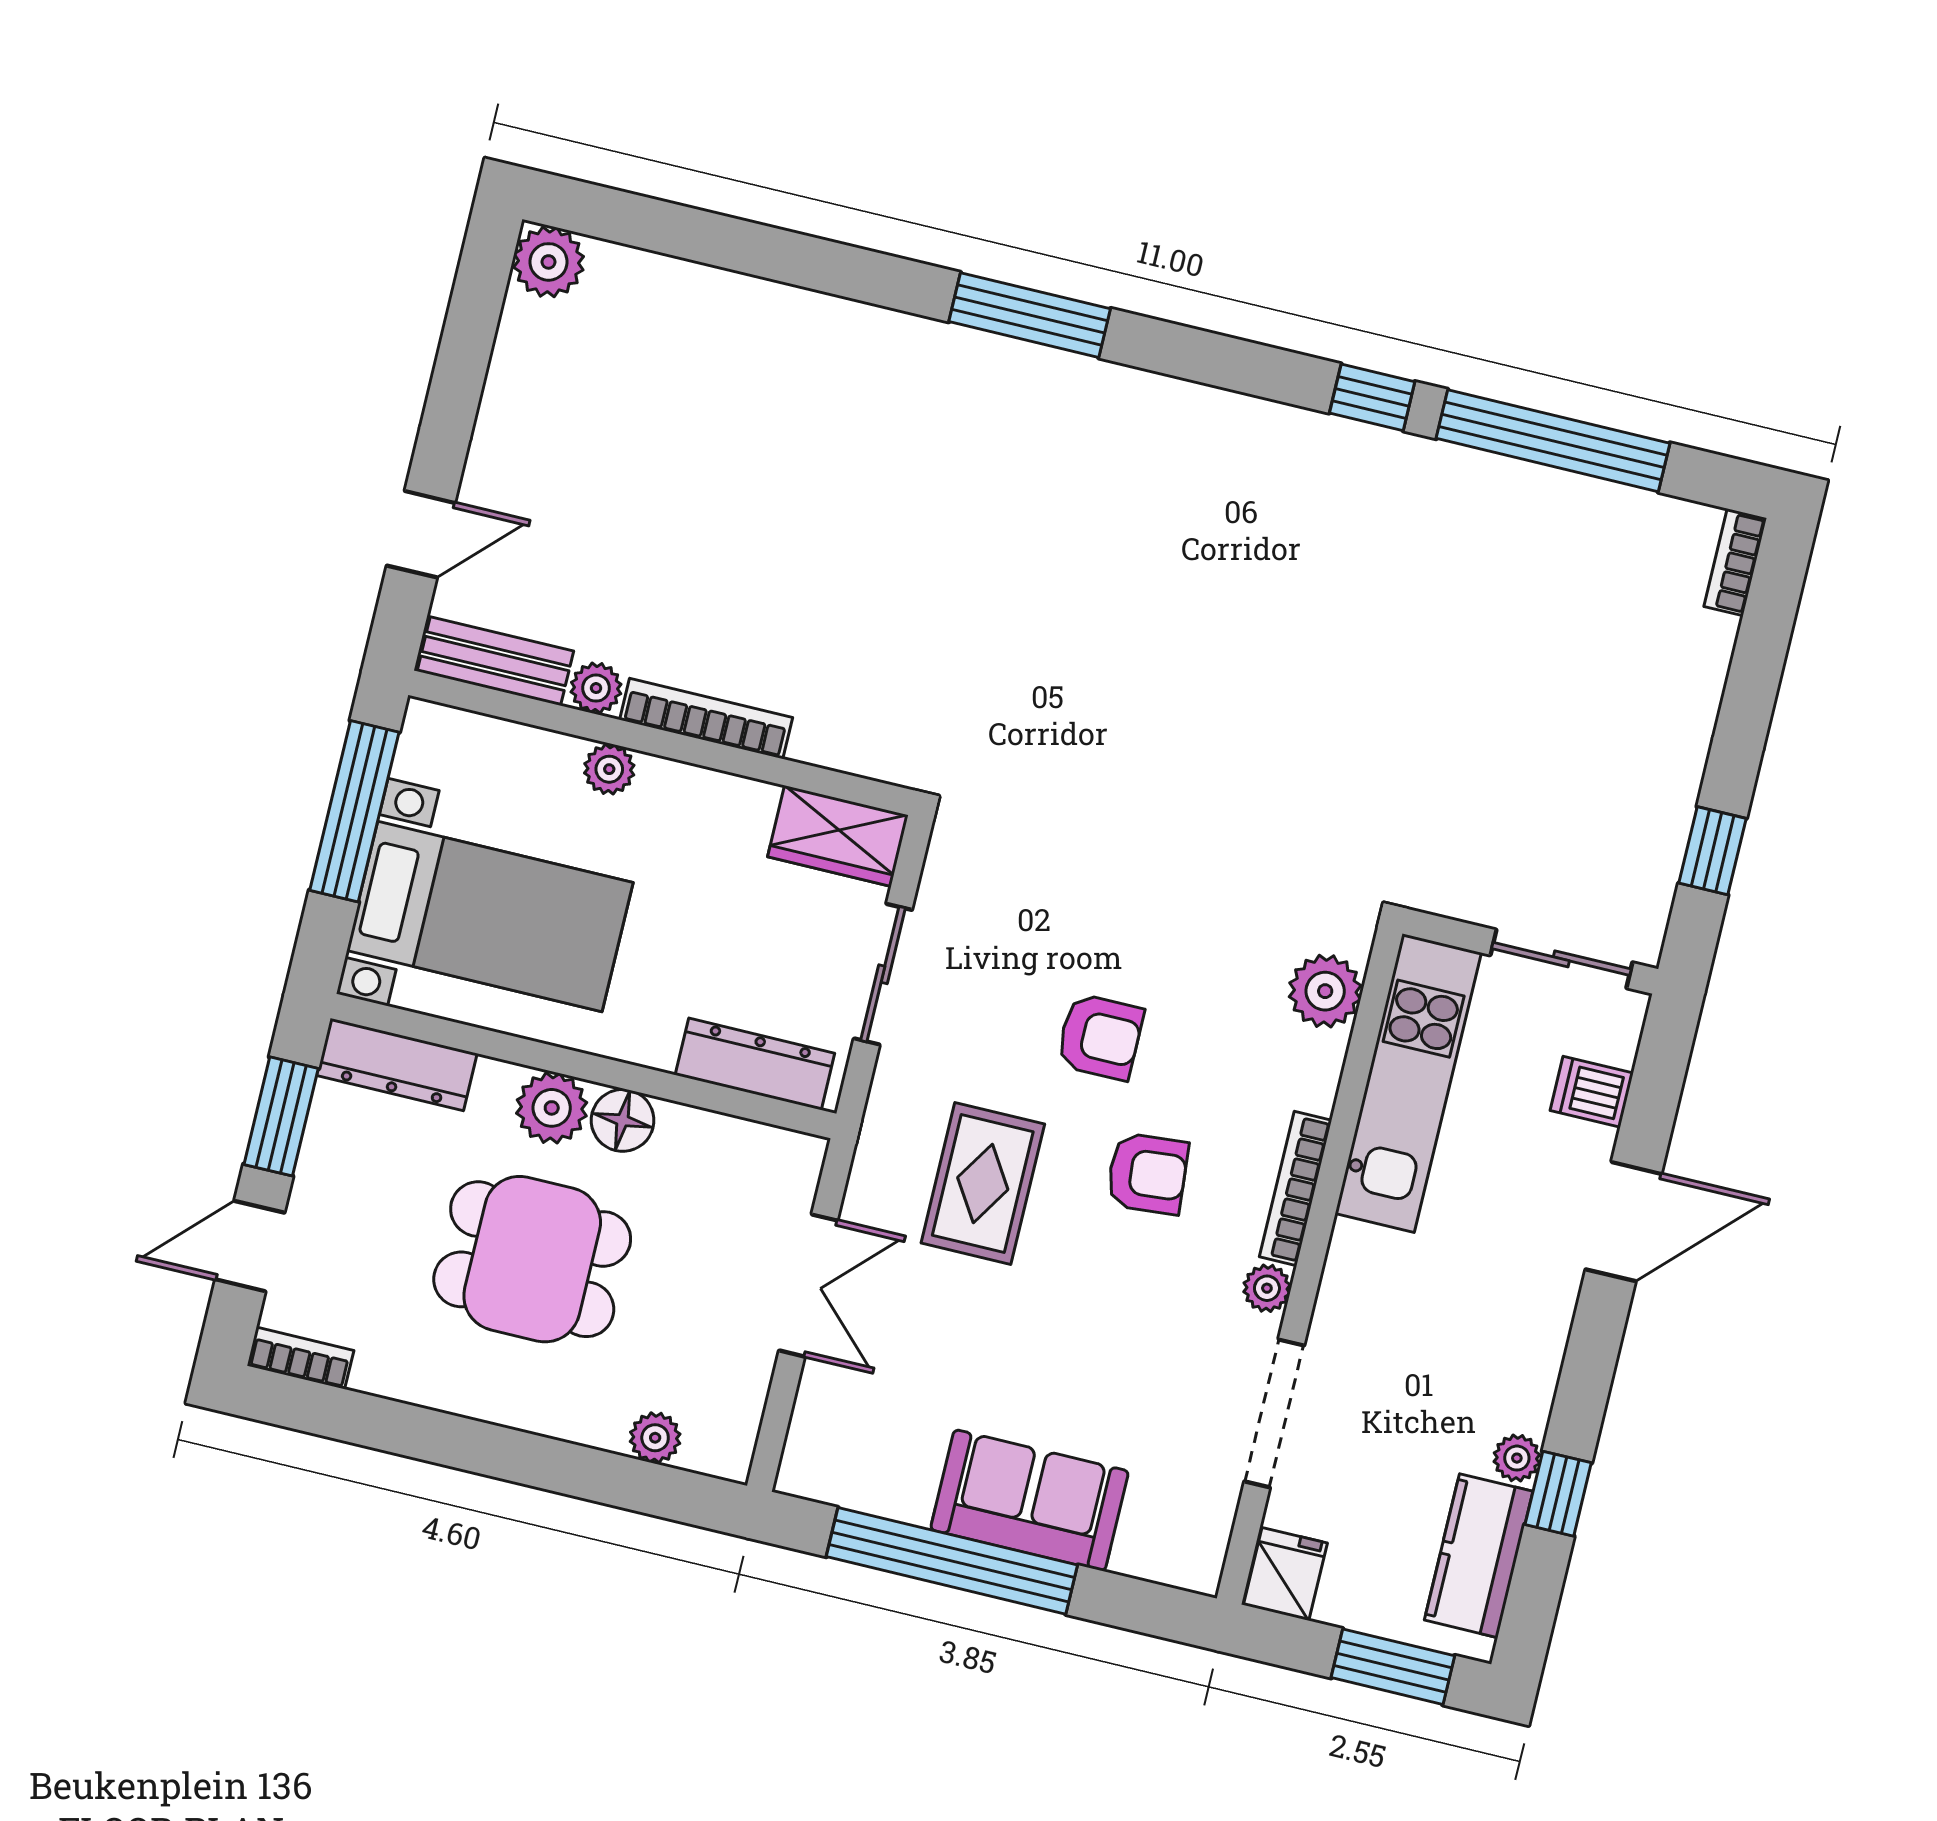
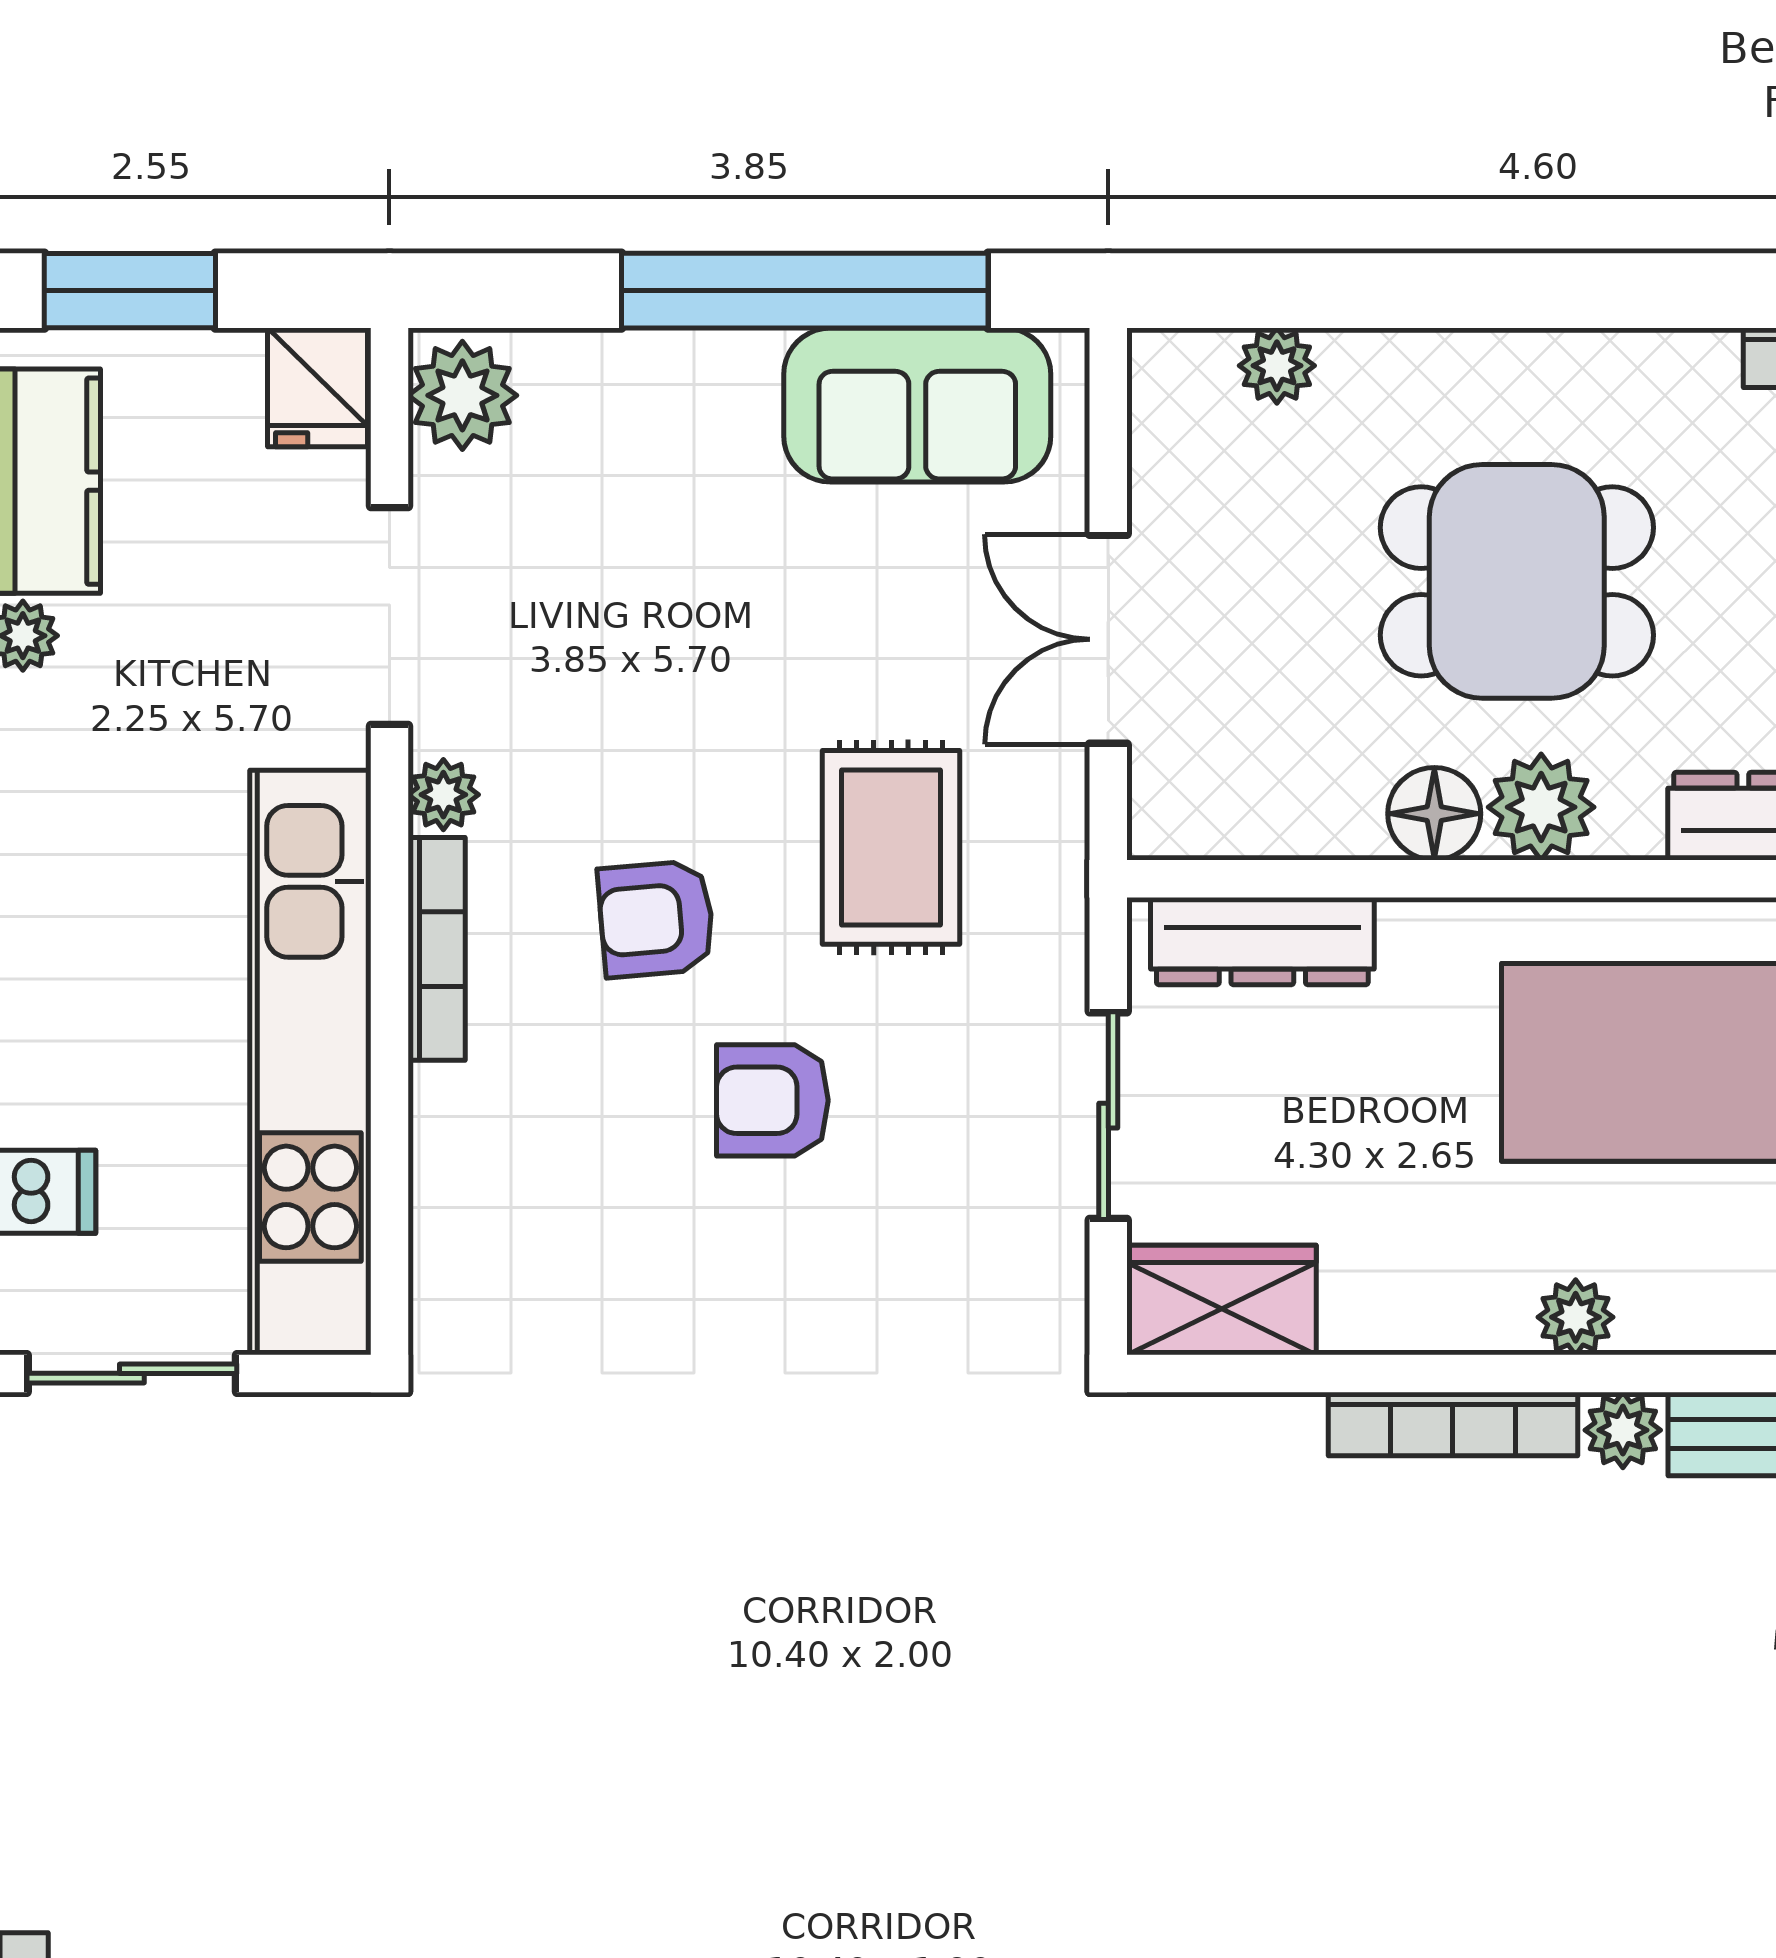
plant: (1325, 991) -> (462, 395), moved
kitchen unit: (1408, 1083) -> (310, 1063), width x1.36
sofa: (1029, 1500) -> (917, 405), moved

